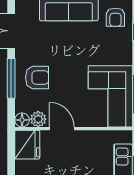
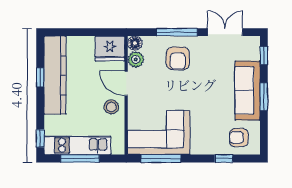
door: (62, 129) -> (126, 83), swing flipped
stool: (85, 143) -> (111, 107), added

